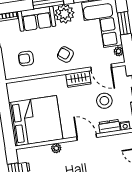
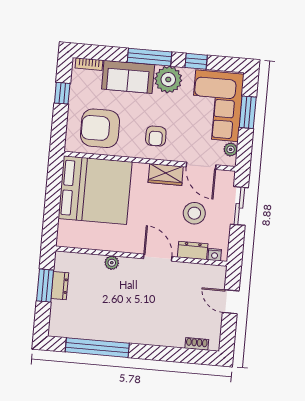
armchair: (65, 55) -> (156, 136), turned -127
armchair: (26, 58) -> (100, 128), width x1.88, depth x1.88
bed: (36, 121) -> (95, 190), moved

